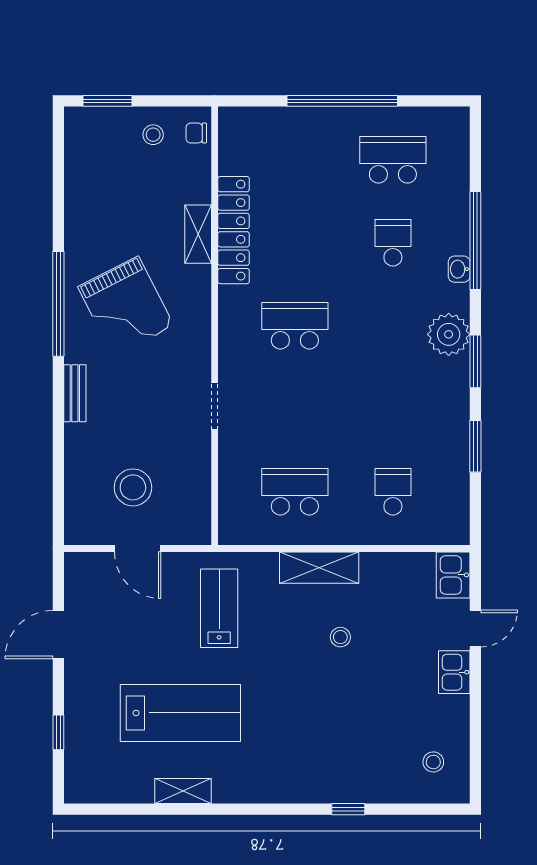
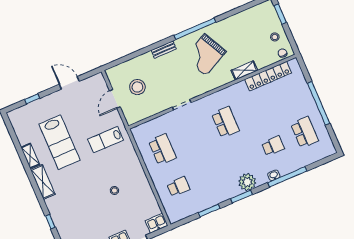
locker: (234, 230) -> (268, 76), moved
shelving: (319, 568) -> (43, 182), moved
lab bench: (219, 608) -> (106, 140), turned 180

